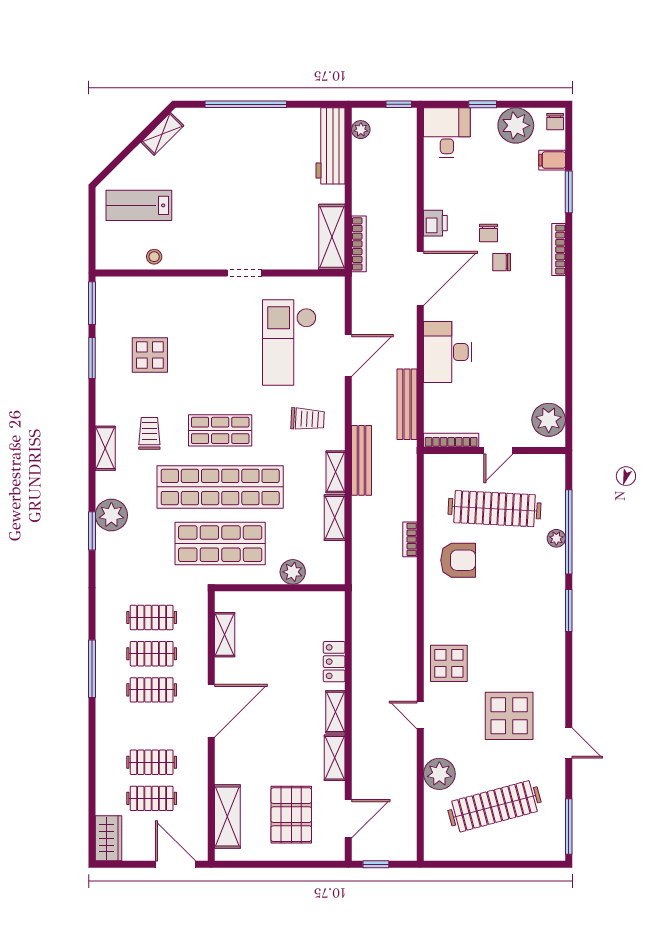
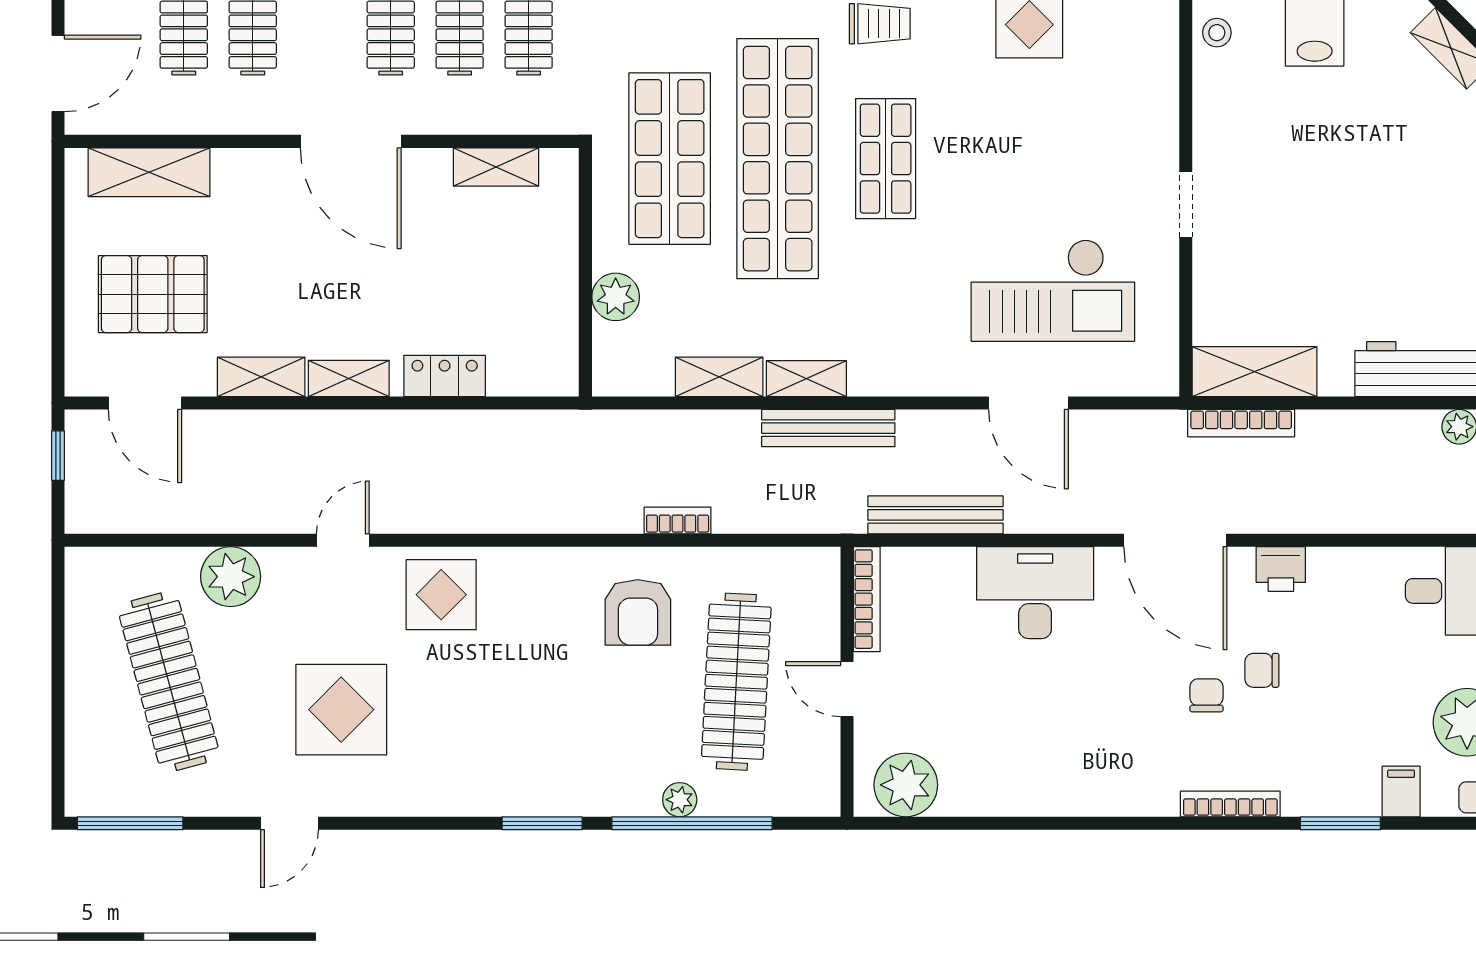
checkout: (289, 343) -> (1053, 290), turned 180
trolley: (308, 419) -> (907, 325), removed

